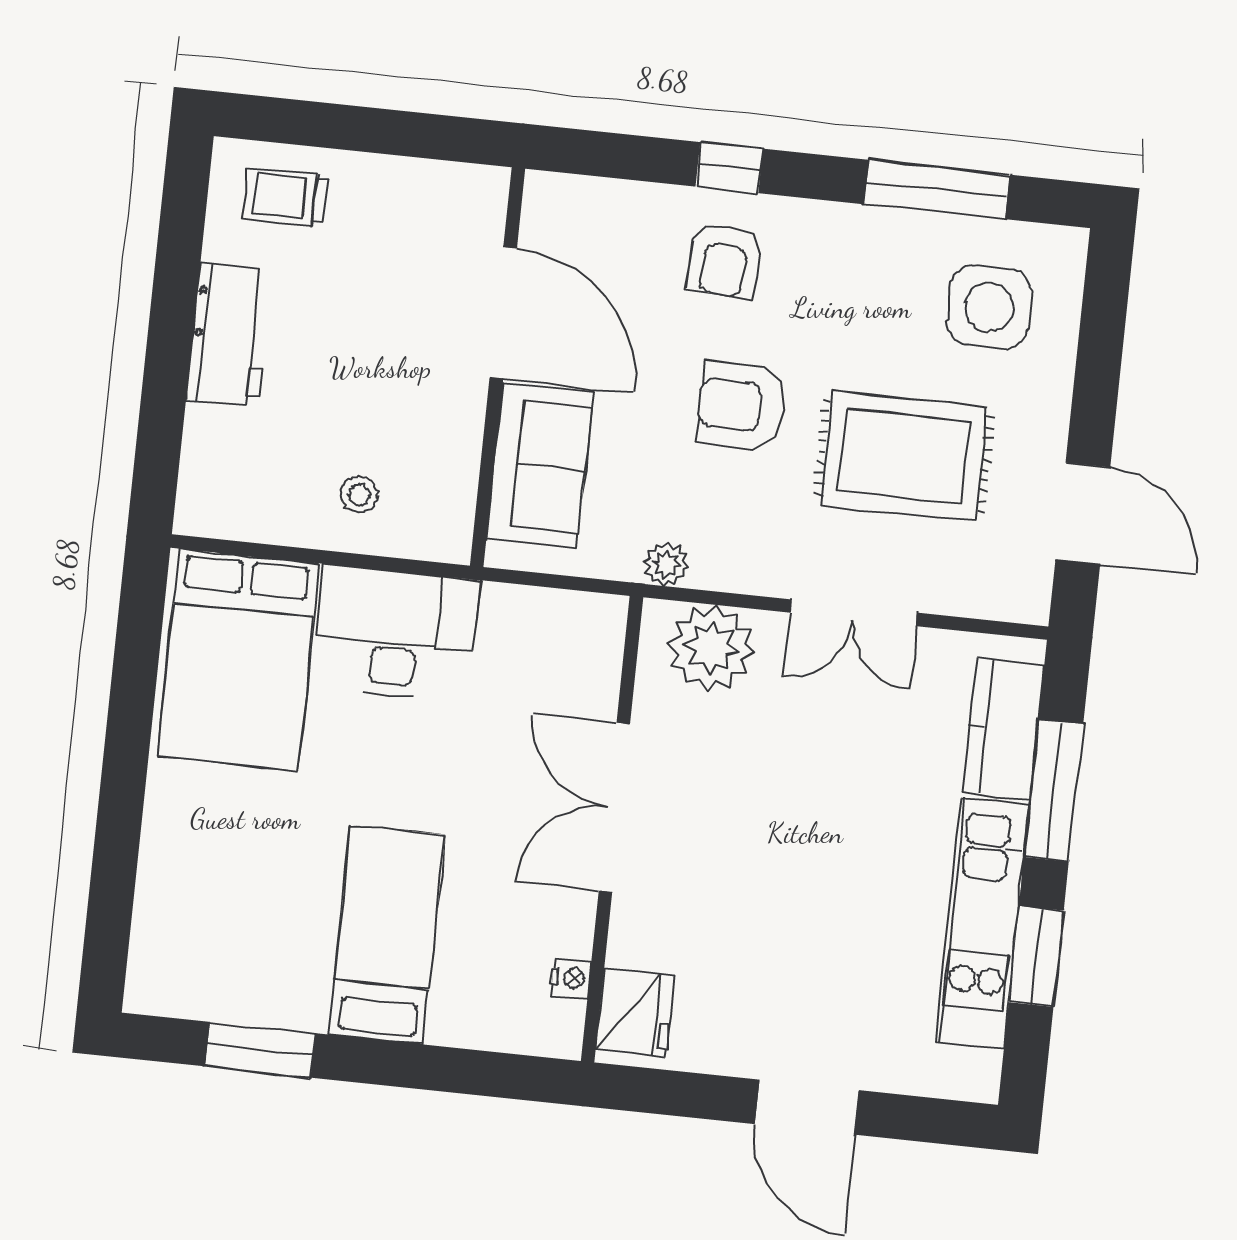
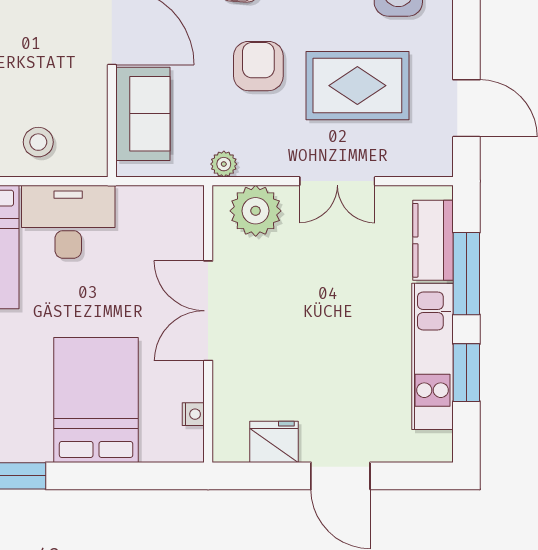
armchair: (742, 406) -> (258, 66), turned 90
stool: (359, 495) -> (38, 142), width x1.37, depth x1.37
bed: (387, 935) -> (96, 400), width x1.50
fridge: (635, 1012) -> (274, 442), moved, turned -90

